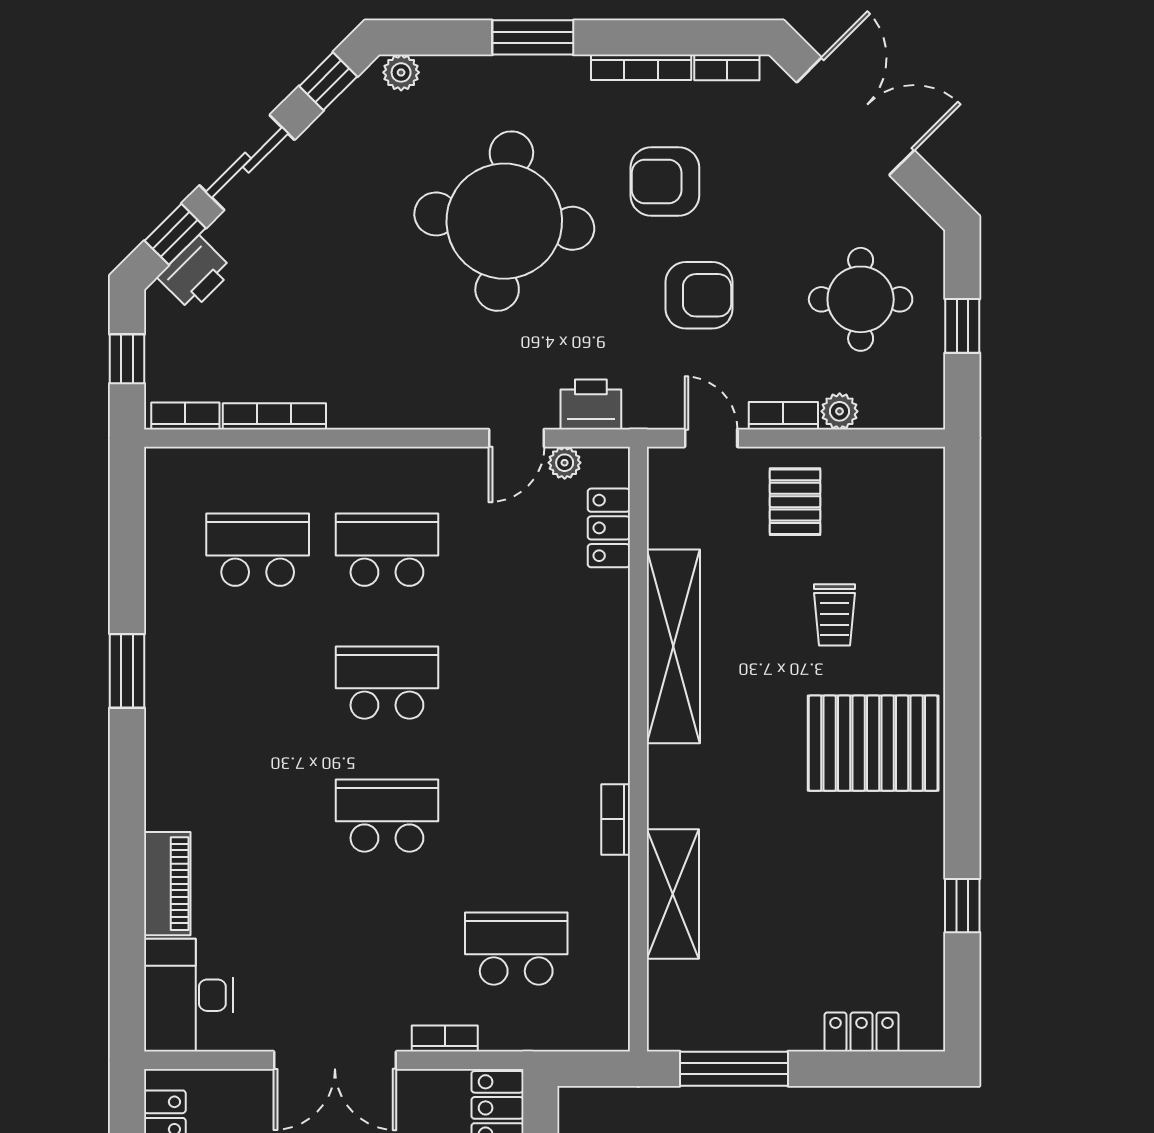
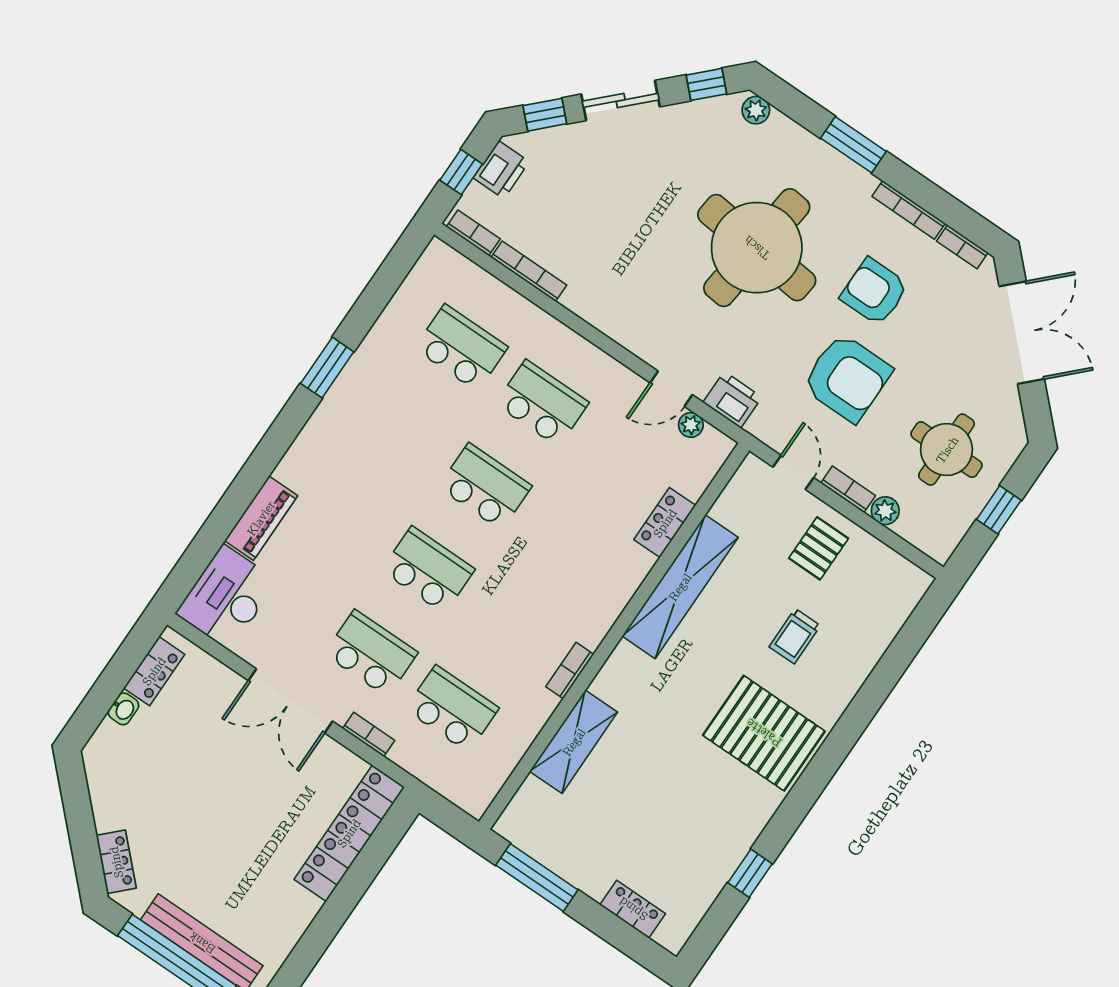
printer: (195, 273) -> (501, 170), moved, turned -45
armchair: (699, 295) -> (847, 378), width x1.36, depth x1.36
locker: (609, 528) -> (665, 523), moved
school desk: (387, 949) -> (371, 653), added

